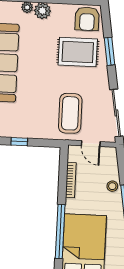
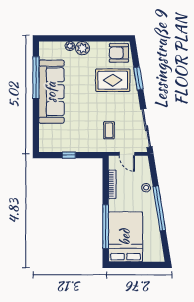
armchair: (87, 19) -> (119, 53), turned 90
coffee table: (70, 113) -> (109, 130), width x0.54, depth x0.58

